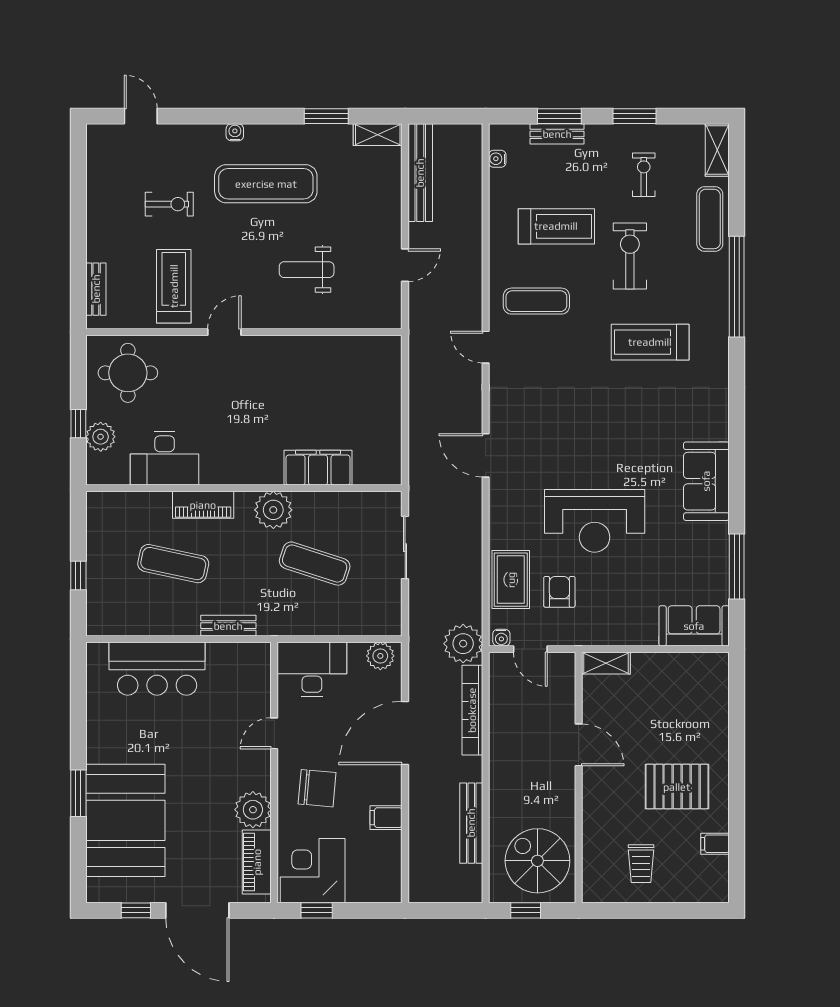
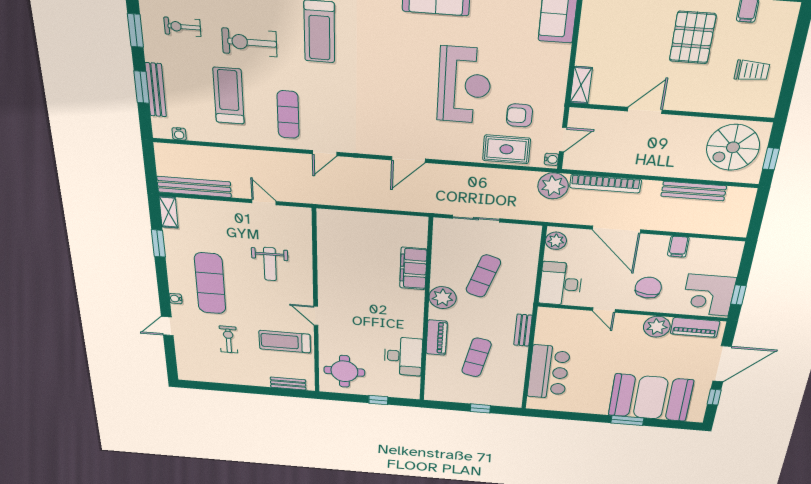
door: (141, 116) -> (167, 326), moved
bench: (557, 134) -> (156, 90), width x1.36
plant: (101, 437) -> (387, 389), removed

